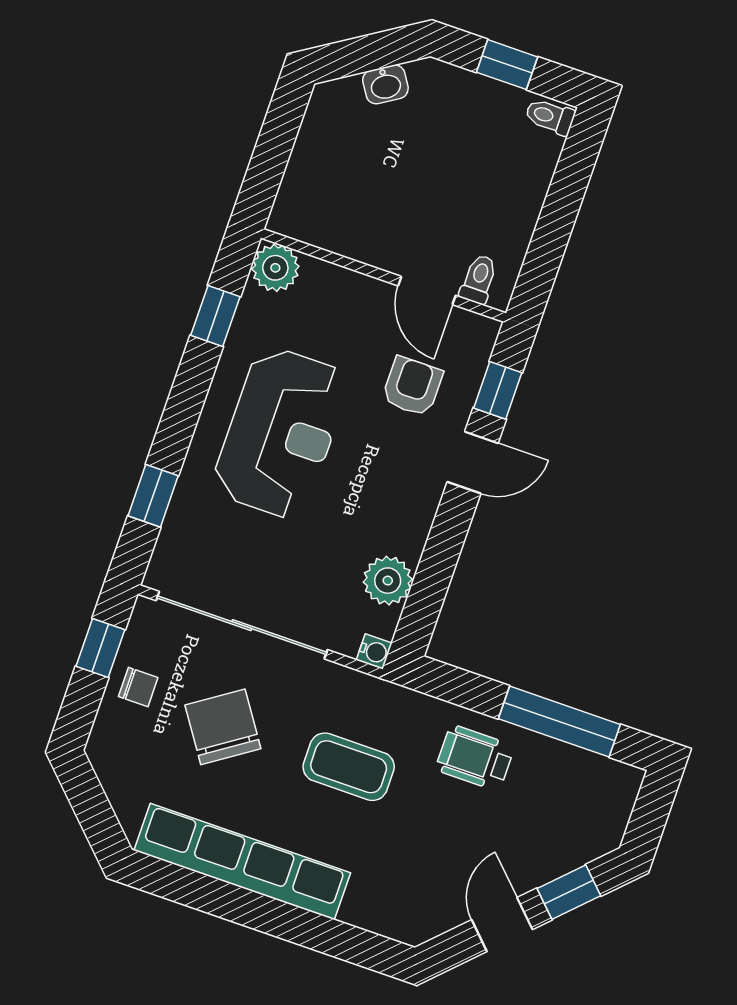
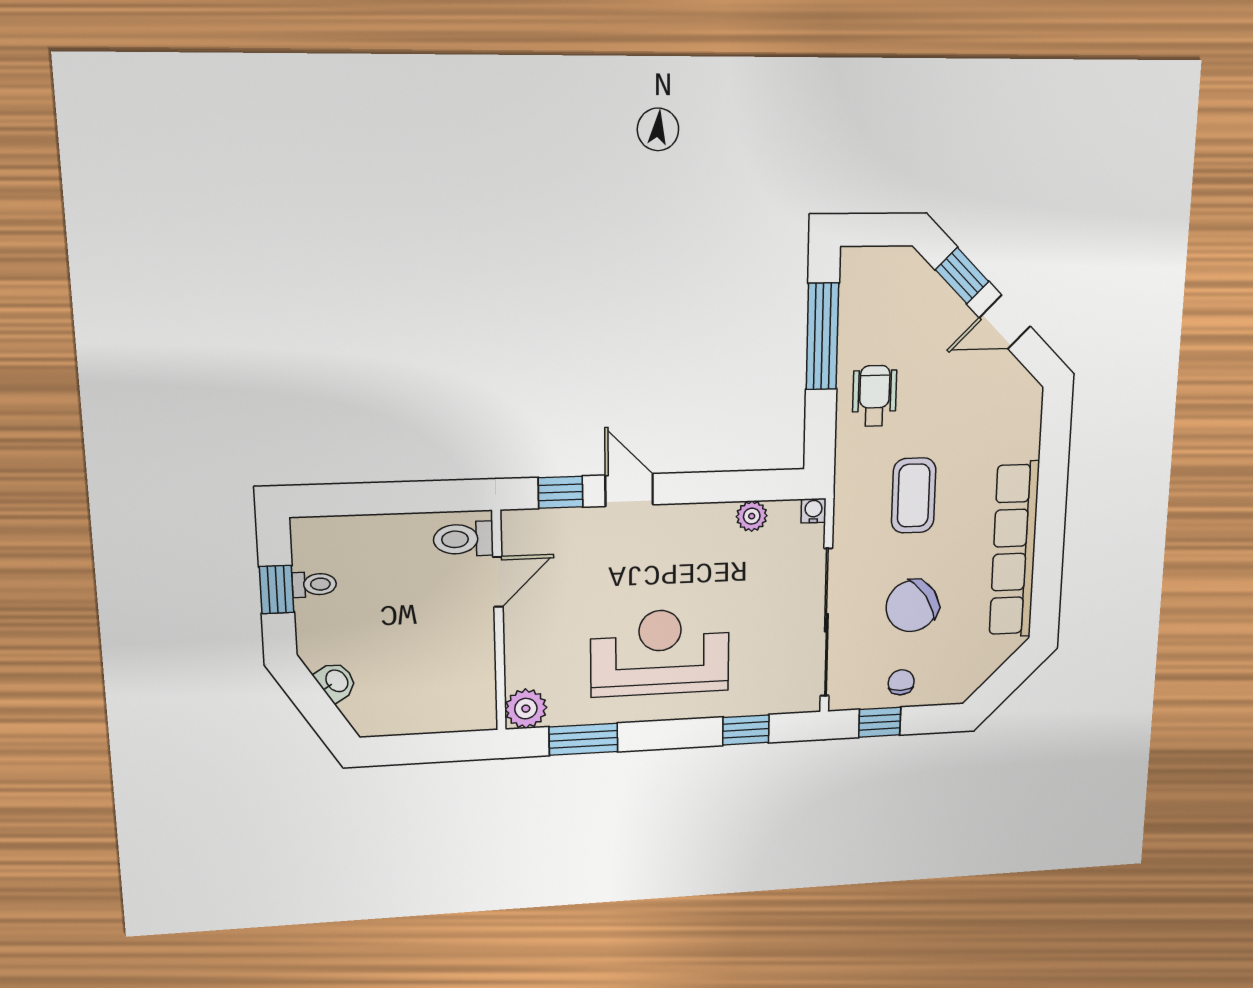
toilet: (550, 117) -> (314, 584), moved, turned -90
toilet: (479, 279) -> (463, 539), width x1.37, depth x1.39
window: (215, 316) -> (583, 739), width x1.50
armchair: (412, 386) -> (583, 563), removed
plant: (388, 581) -> (752, 516), width x0.73, depth x0.73
wheelchair: (475, 758) -> (875, 396), turned 180

